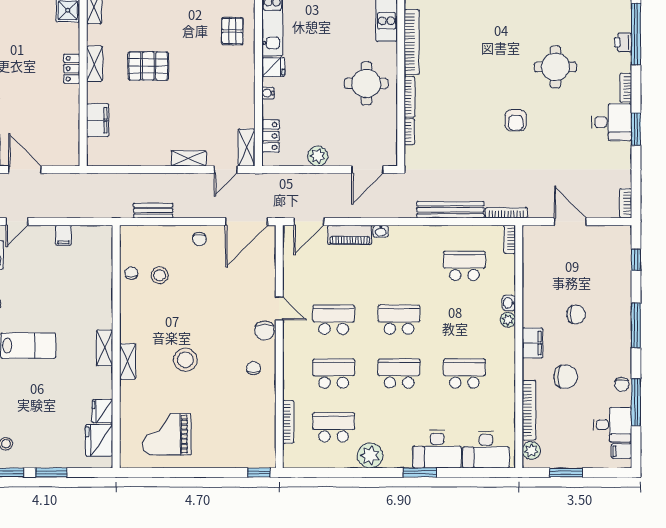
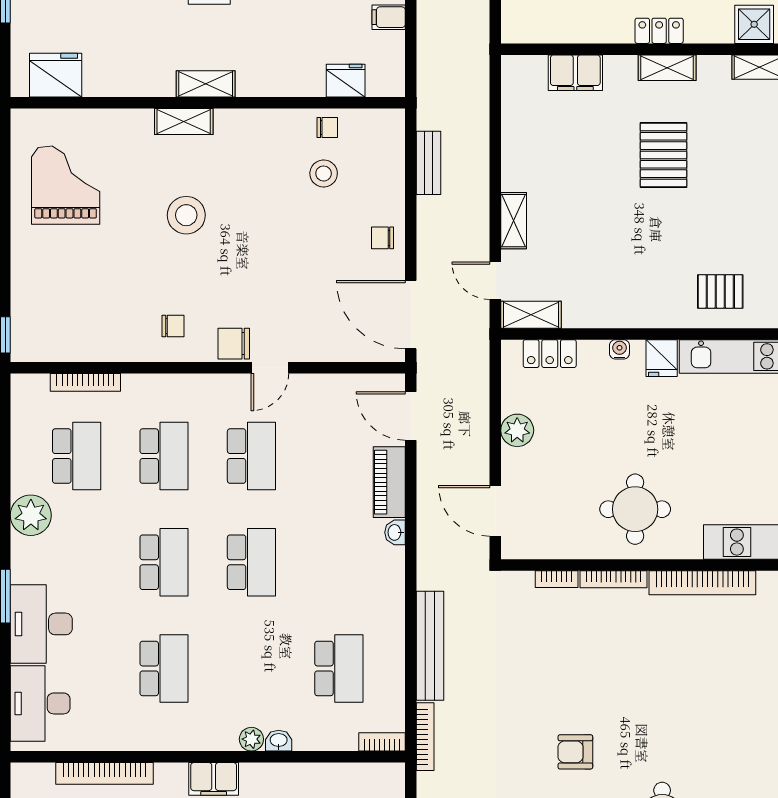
fridge: (102, 411) -> (346, 81), moved
plant: (531, 450) -> (39, 777), removed

